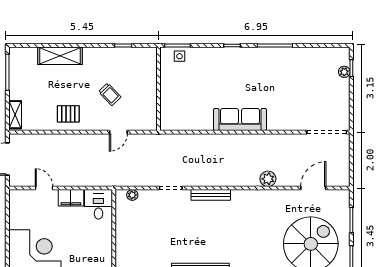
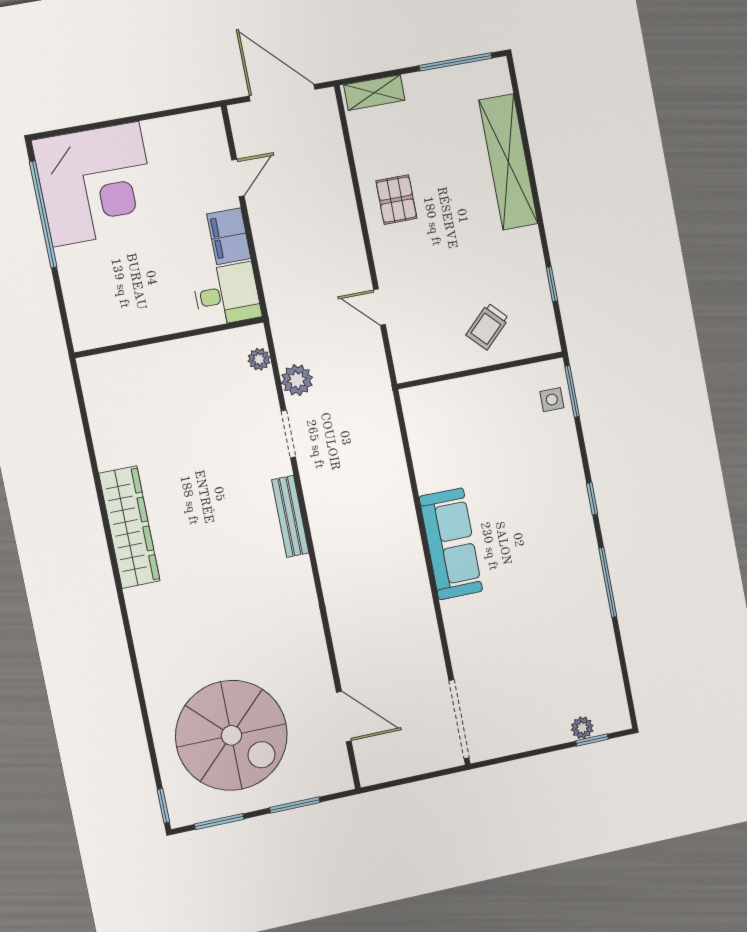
shelving: (60, 56) -> (508, 162), width x1.47
trolley: (110, 94) -> (487, 326), moved
plant: (268, 179) -> (297, 380), moved

